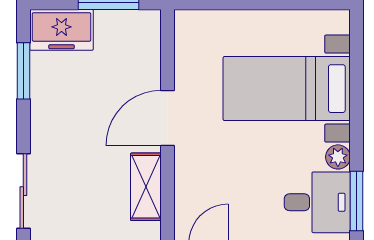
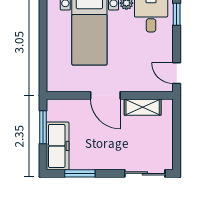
freezer: (61, 30) -> (58, 146), width x1.40

